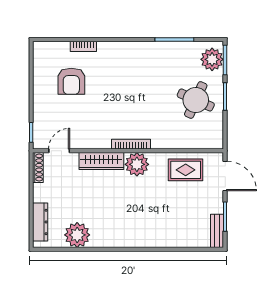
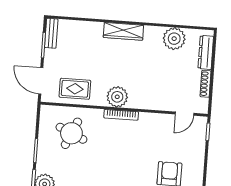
round table: (196, 100) -> (71, 133), moved
wardrobe: (101, 161) -> (123, 31), moved, turned 180
shoe rack: (38, 168) -> (206, 84), moved

